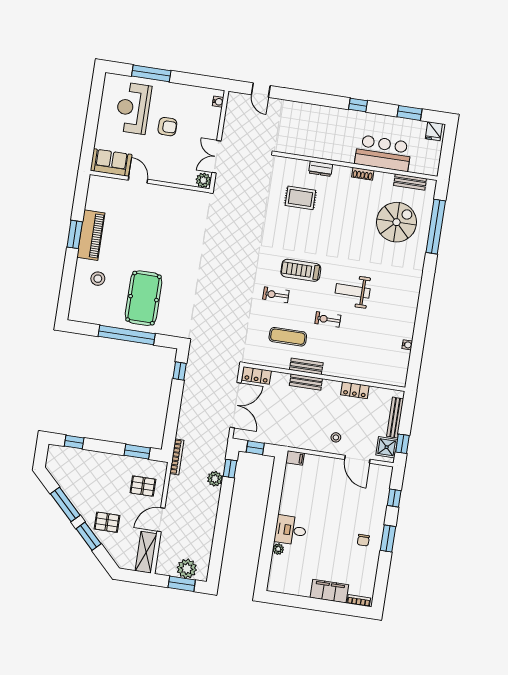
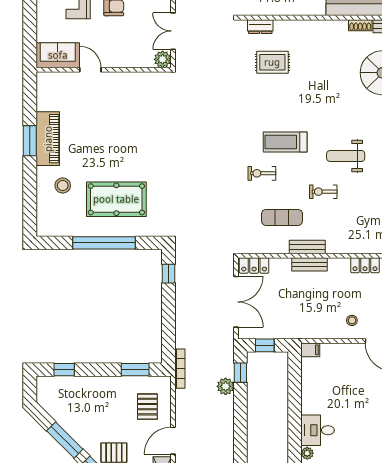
dresser: (321, 169) -> (260, 27), moved
shoe rack: (363, 174) -> (360, 25), moved
pool table: (144, 298) -> (116, 199), turned 90
pallet: (143, 486) -> (147, 407), turned 90

